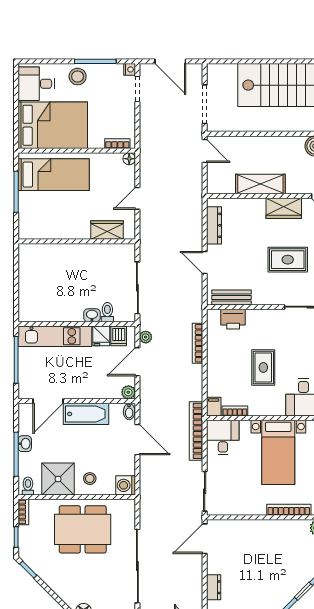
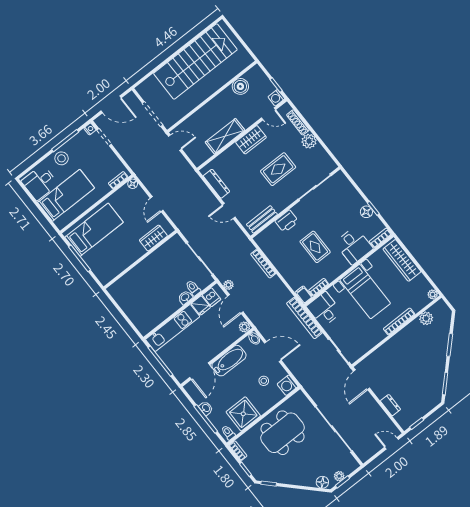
bed: (53, 125) -> (66, 195), width x0.67
printer: (233, 319) -> (287, 221), moved
stool: (90, 479) -> (264, 381), moved

